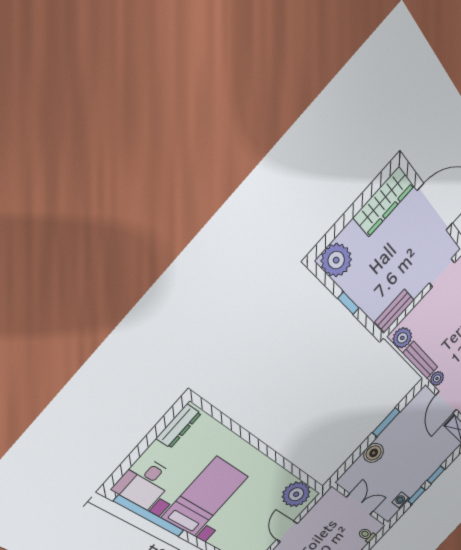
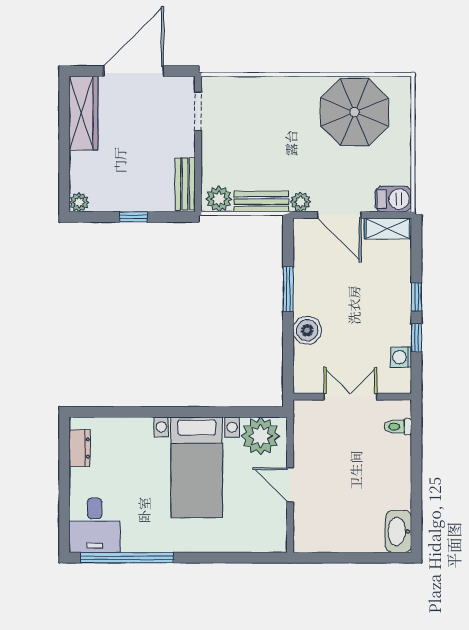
plant: (336, 260) -> (79, 202), width x0.53, depth x0.53
dresser: (179, 426) -> (80, 448), width x0.70
bed with nightstands: (205, 497) -> (197, 467), moved, turned 180

